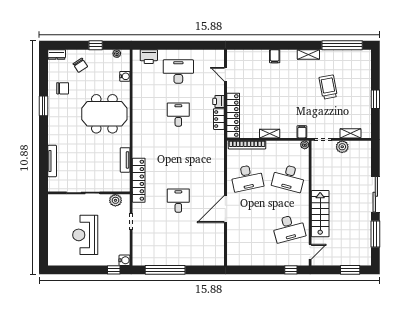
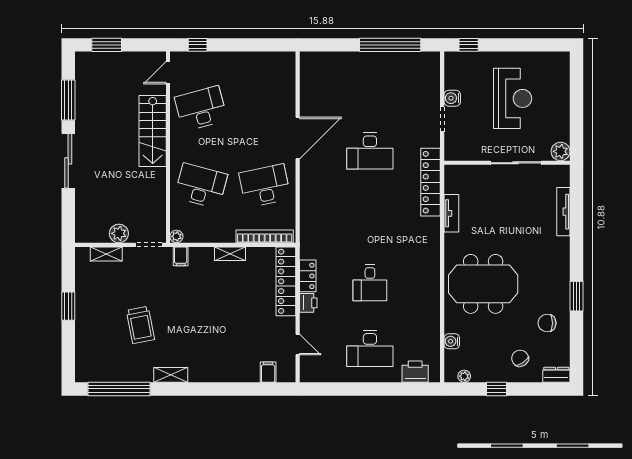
filing cabinet: (275, 56) -> (268, 372), moved
plant: (115, 200) -> (561, 151), moved
desk: (178, 201) -> (370, 151), width x1.37
water cooler: (125, 260) -> (452, 98), moved

